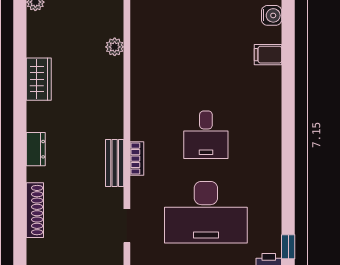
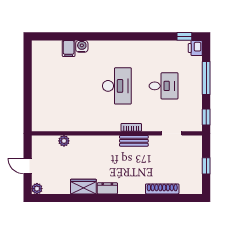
water cooler: (272, 15) -> (82, 46), moved
desk: (206, 135) -> (117, 86), width x1.37
dresser: (36, 149) -> (107, 188), moved
desk: (206, 212) -> (164, 86), width x0.53, depth x0.77

